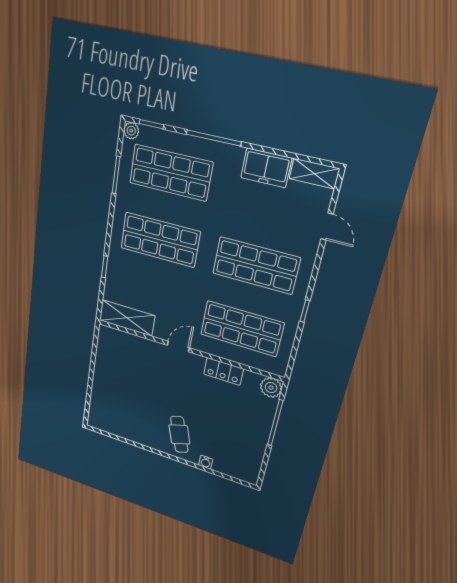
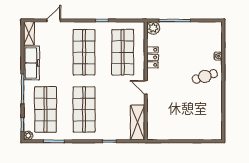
freezer: (266, 168) -> (31, 63), width x1.40

